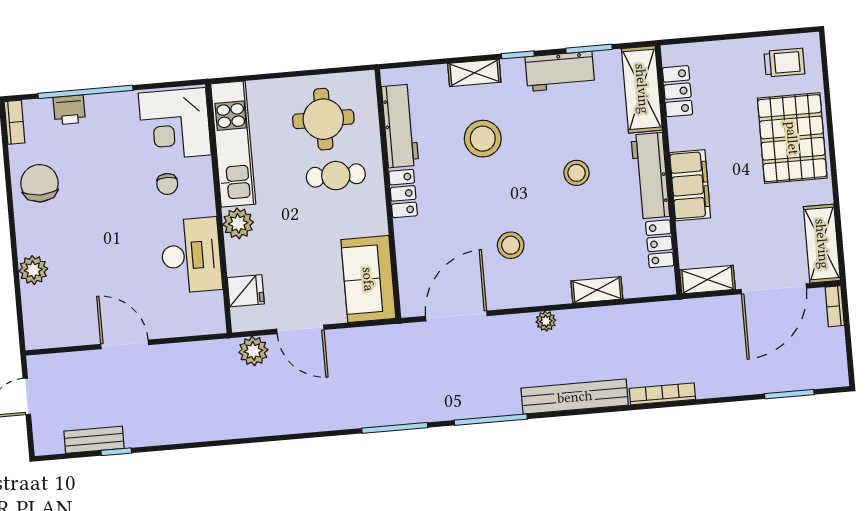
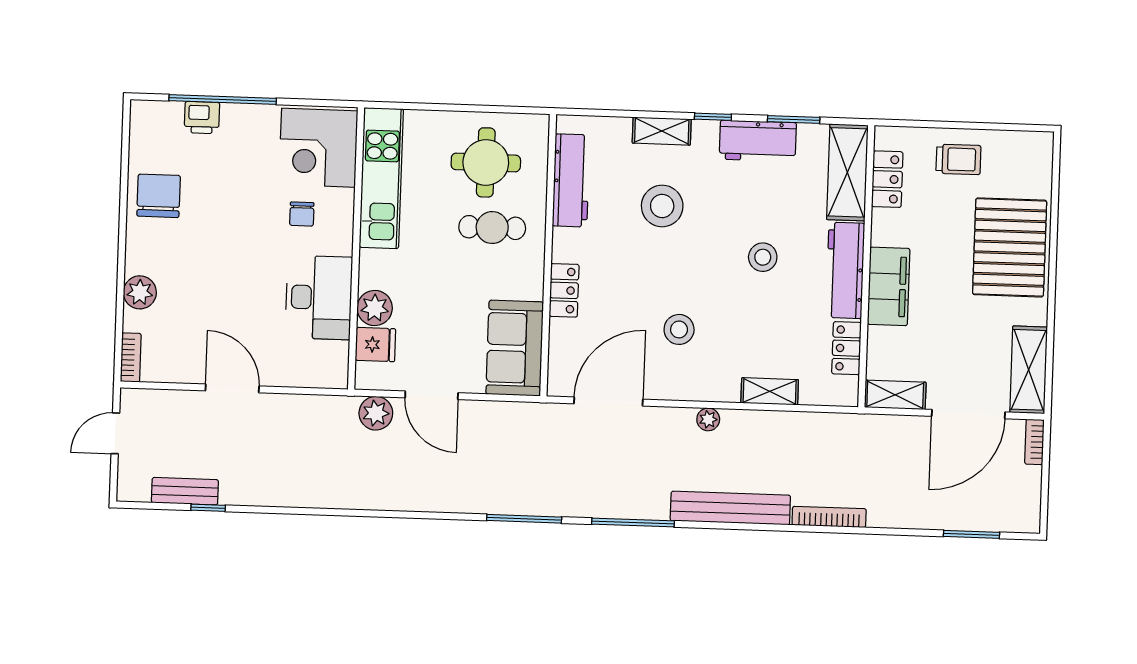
trolley: (784, 63) -> (958, 159), moved
bookcase: (15, 122) -> (131, 357), moved
locker: (403, 193) -> (564, 290), moved
plant: (238, 223) -> (375, 308), moved

